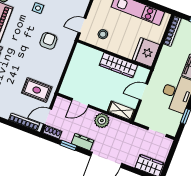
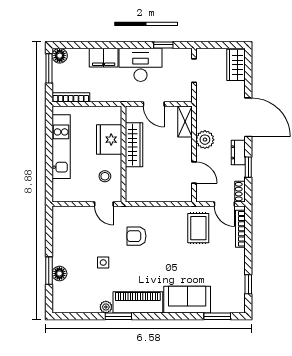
fridge: (146, 52) -> (109, 140), moved, turned 90

